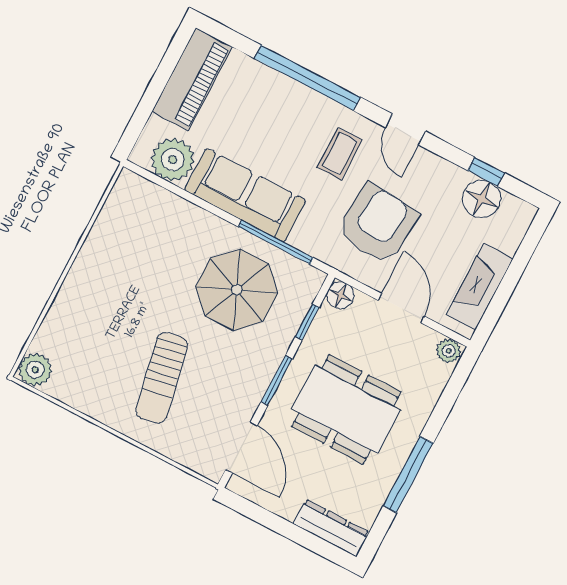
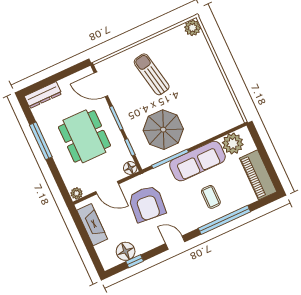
coffee table: (340, 154) -> (211, 197), moved
dining table: (346, 409) -> (84, 136), turned 90

